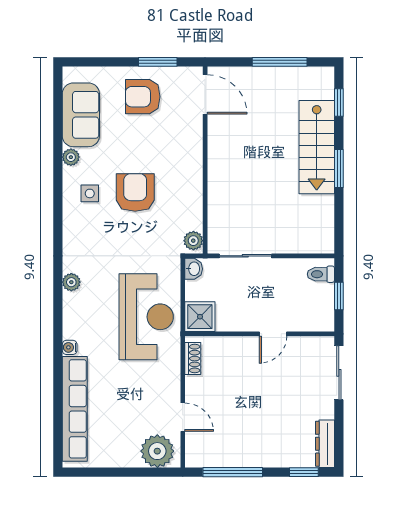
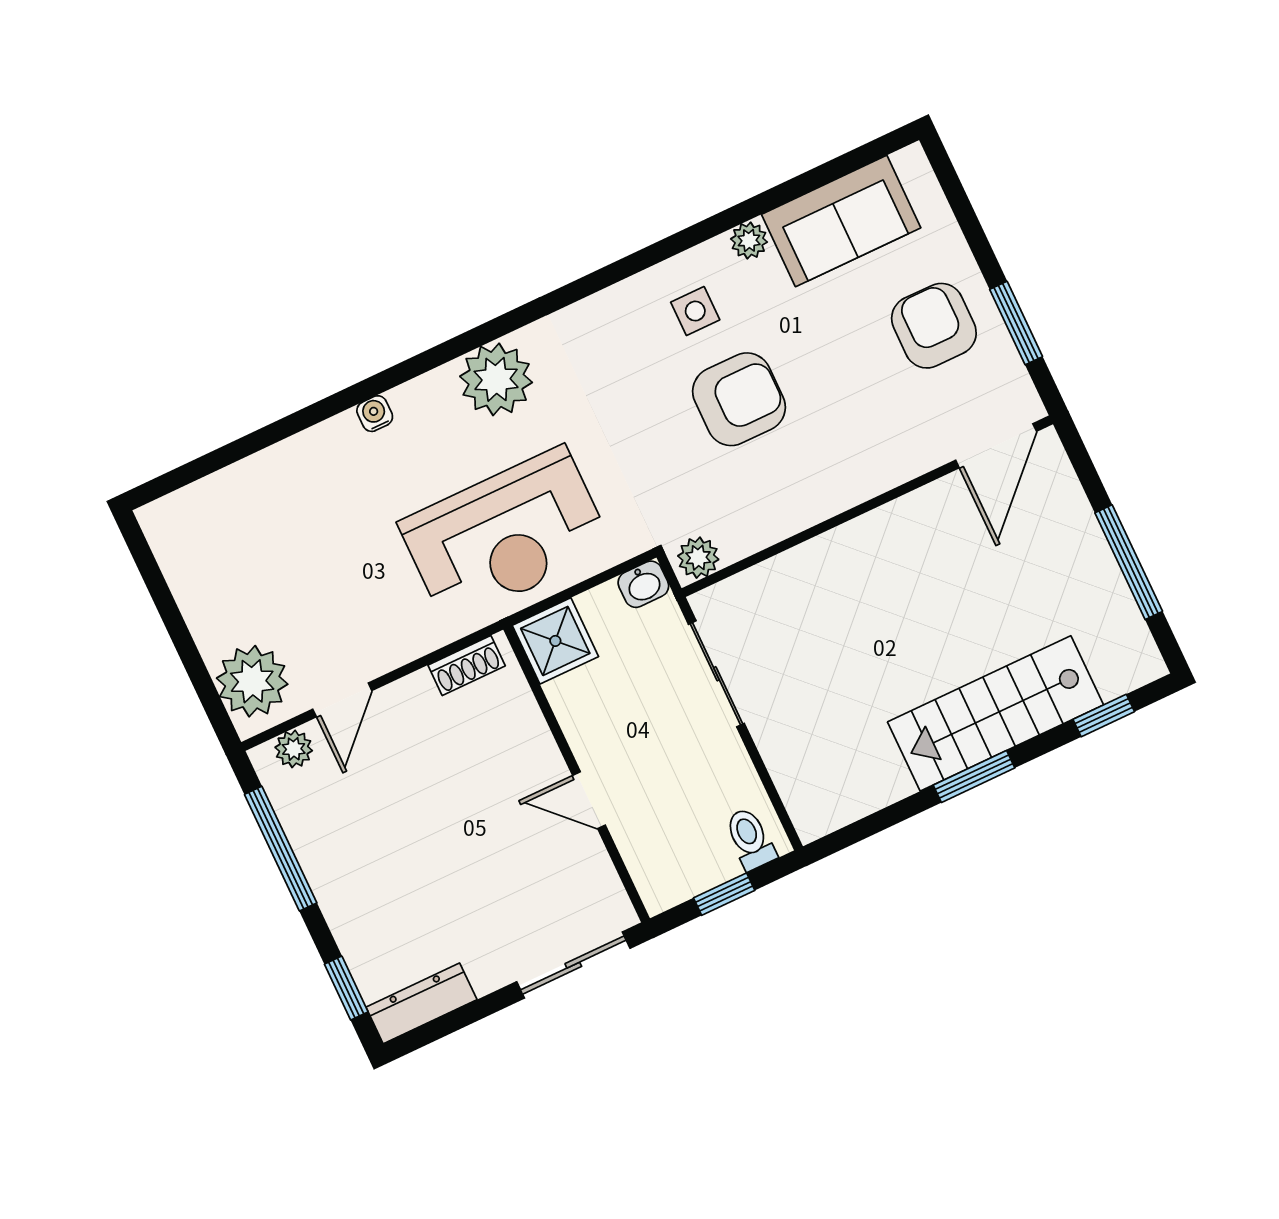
plant: (71, 282) -> (496, 379), width x1.88, depth x1.88
row of seats: (75, 409) -> (259, 480), removed
plant: (194, 447) -> (294, 749), added

